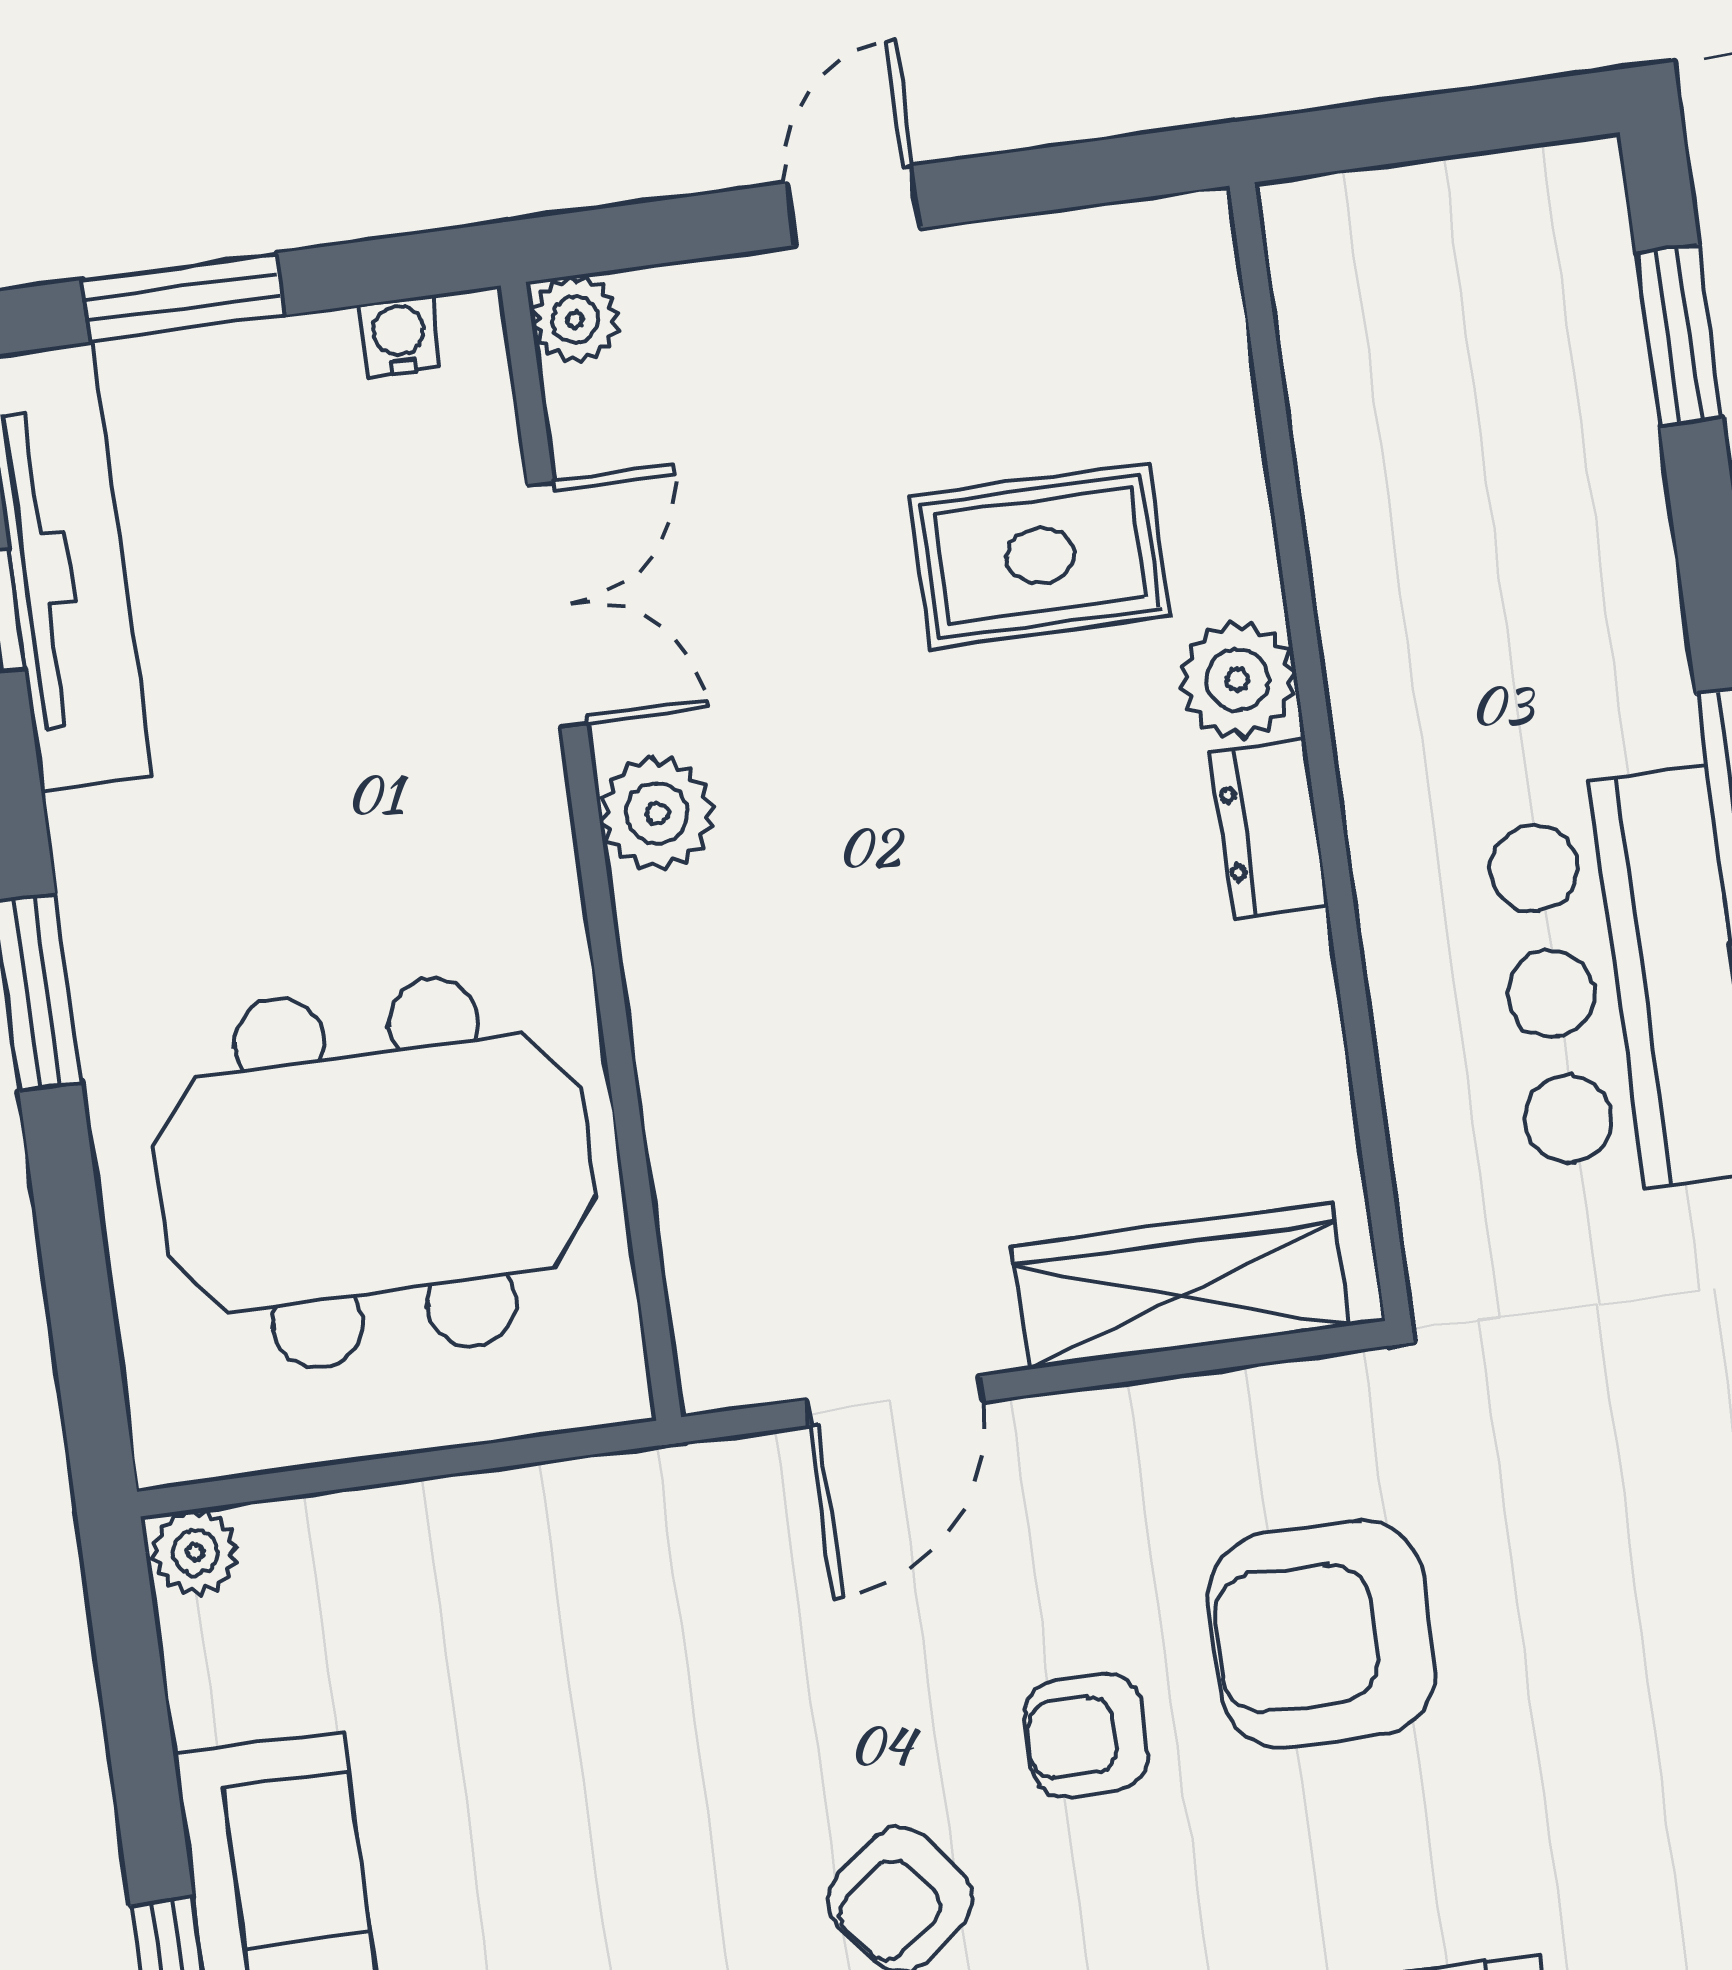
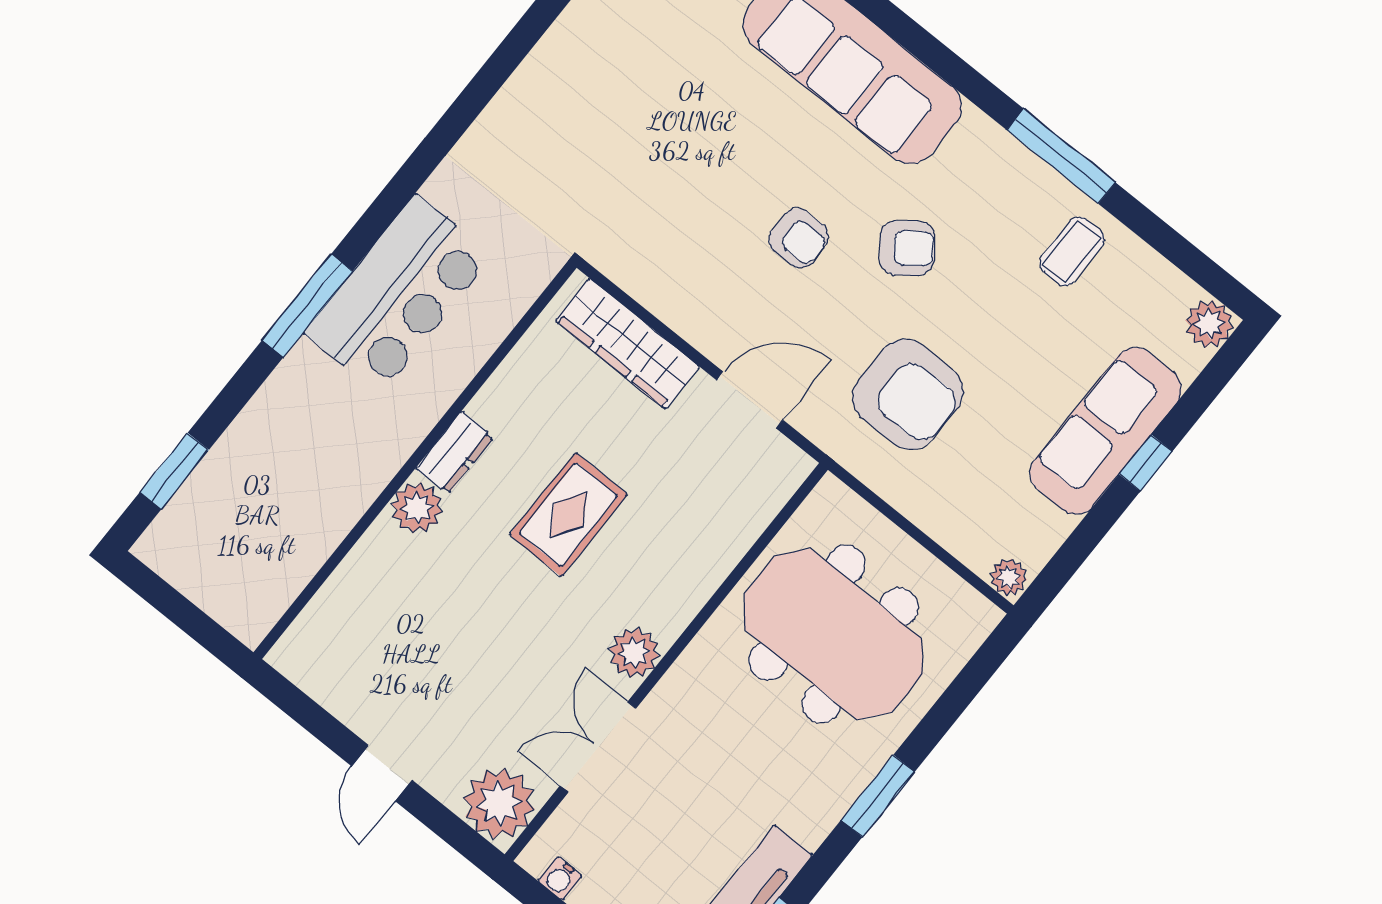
door: (853, 206) -> (382, 773), hinge flipped
plant: (575, 320) -> (499, 804), width x1.88, depth x1.88
rug: (1040, 556) -> (568, 515), moved, turned 90
armchair: (1322, 1635) -> (908, 394), moved

